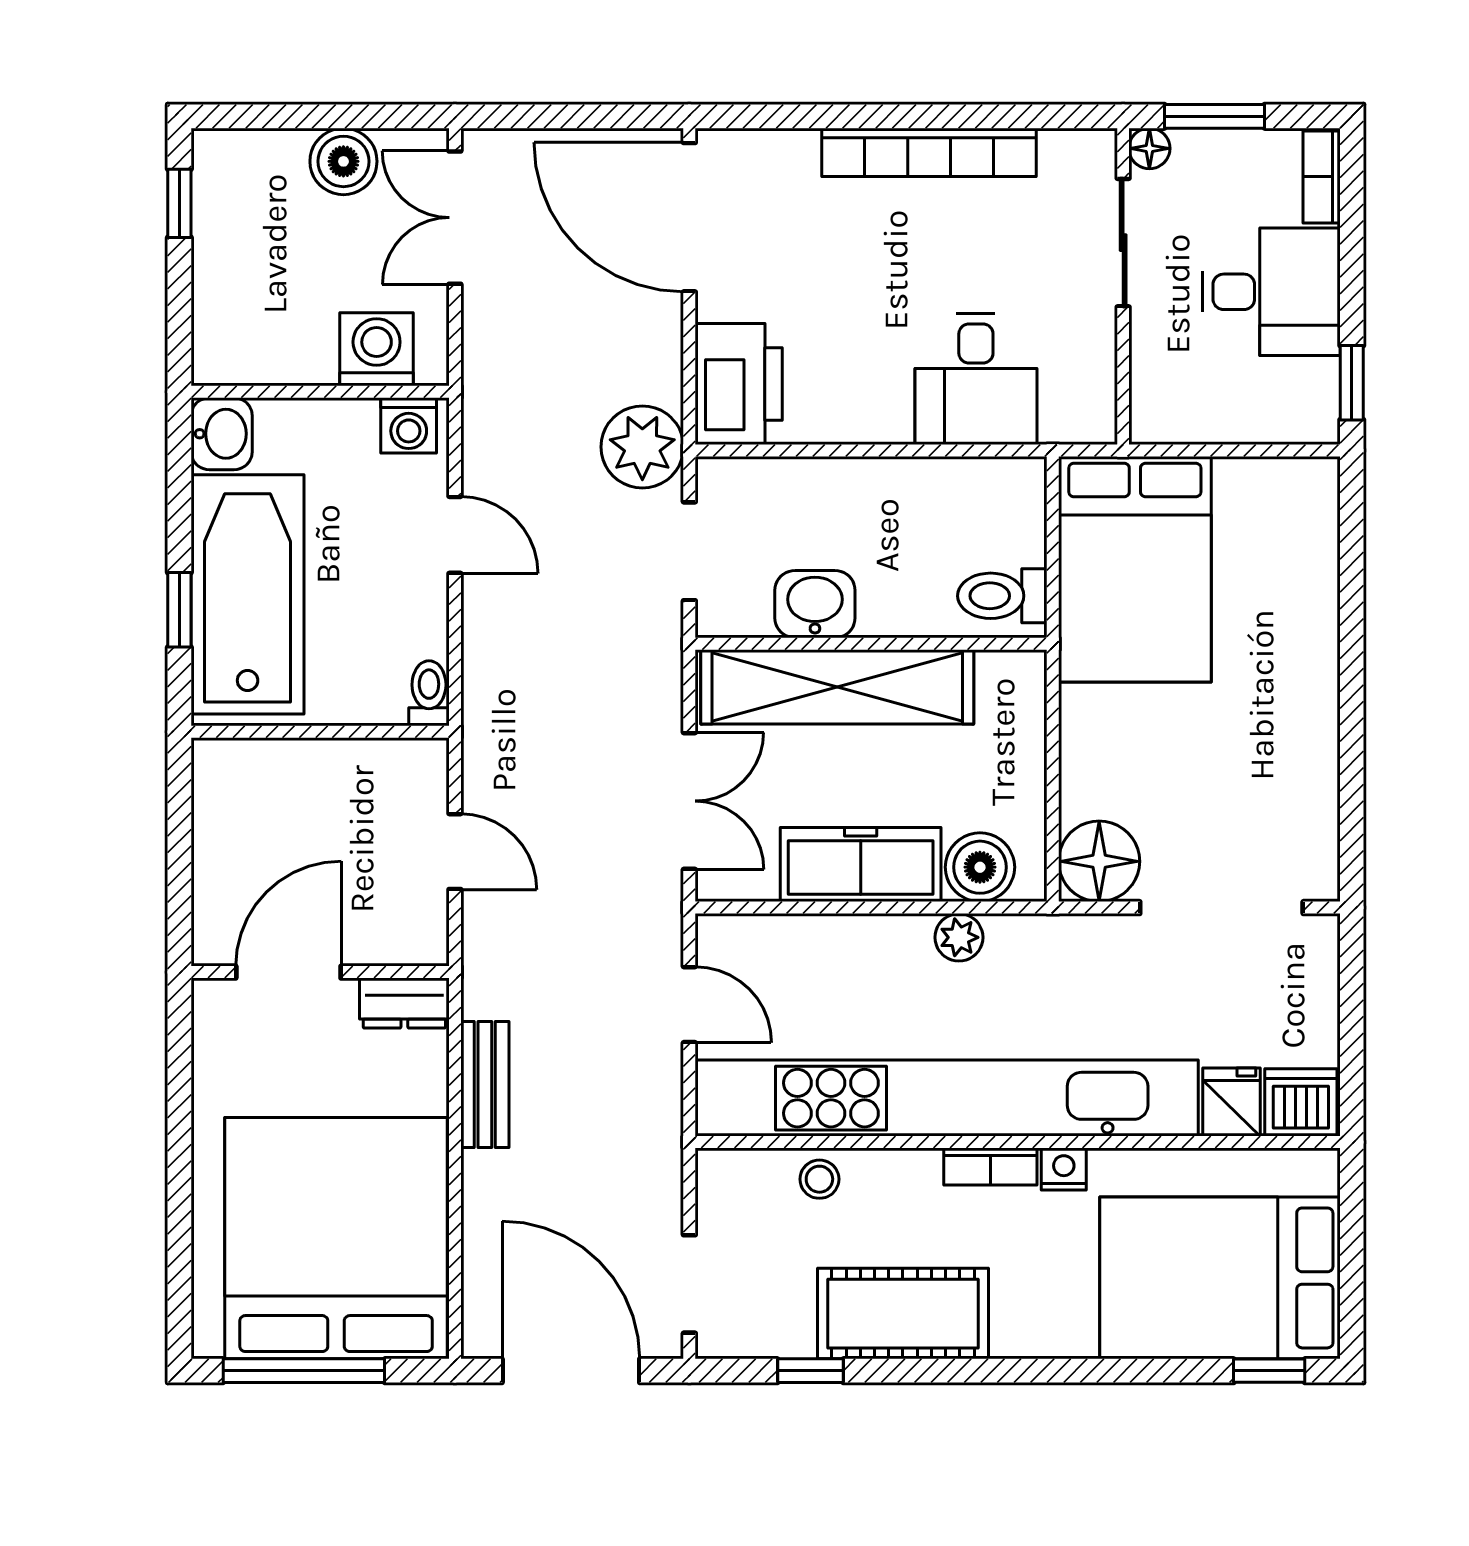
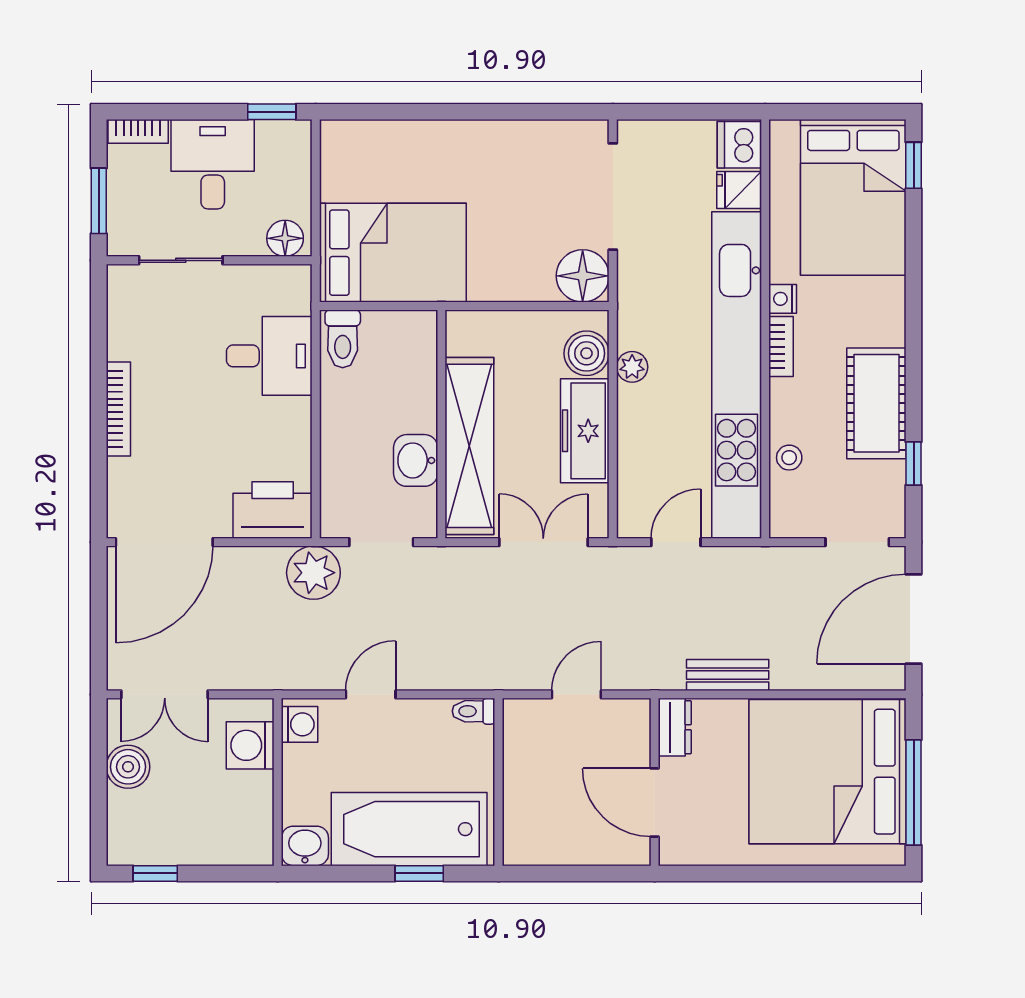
floor lamp: (1149, 148) -> (285, 238), moved, width x1.37, depth x1.37
bookcase: (929, 152) -> (118, 409), width x0.68, depth x0.76
toilet: (1002, 596) -> (343, 339), moved

